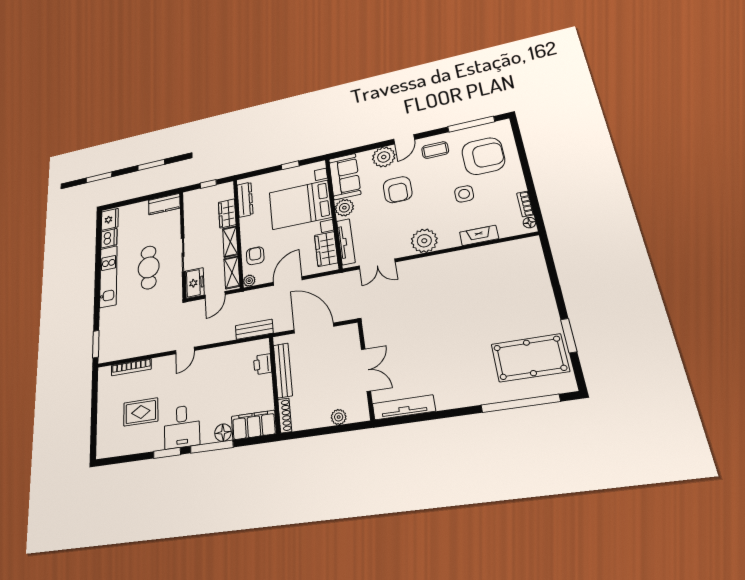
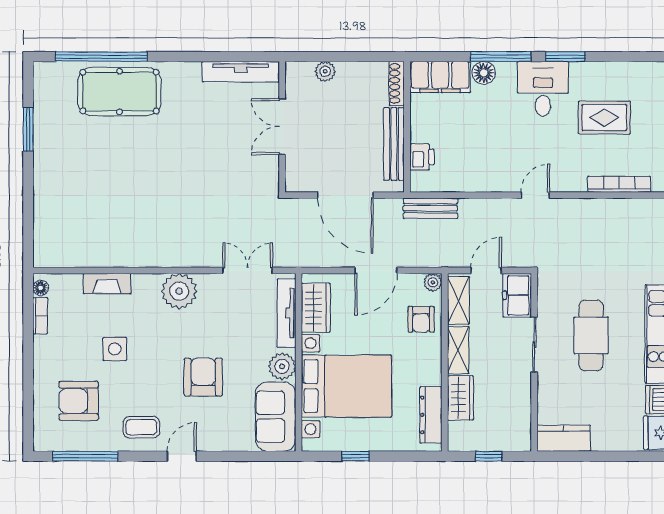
armchair: (483, 156) -> (79, 401), width x0.73, depth x0.73
plant: (384, 157) -> (215, 435), removed
pool table: (530, 358) -> (119, 92), moved

